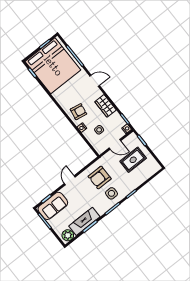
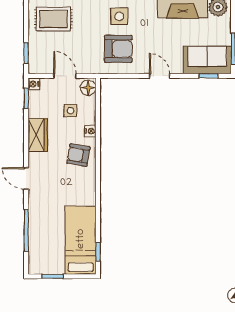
bed: (53, 66) -> (81, 240), width x0.49
floor lamp: (99, 148) -> (88, 88), added
rug: (133, 160) -> (53, 19), moved
door: (70, 180) -> (160, 76), swing flipped

